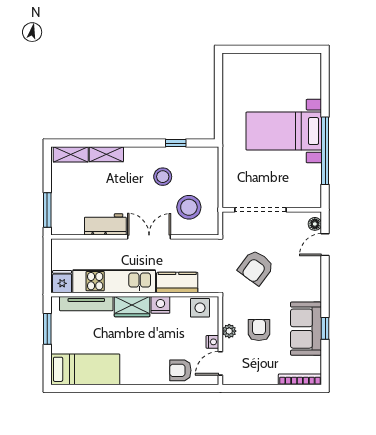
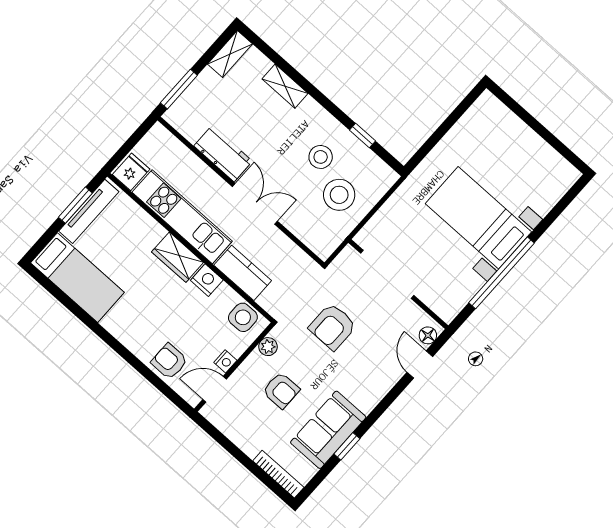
shelving: (71, 154) -> (230, 54), moved, turned 90
stool: (189, 207) -> (339, 195), moved
door: (325, 245) -> (420, 364), hinge flipped
armchair: (256, 267) -> (333, 327), turned -36
tv unit: (86, 304) -> (89, 211), moved, turned -90
armchair: (259, 330) -> (281, 390), turned 90
plant: (229, 331) -> (268, 347), moved

